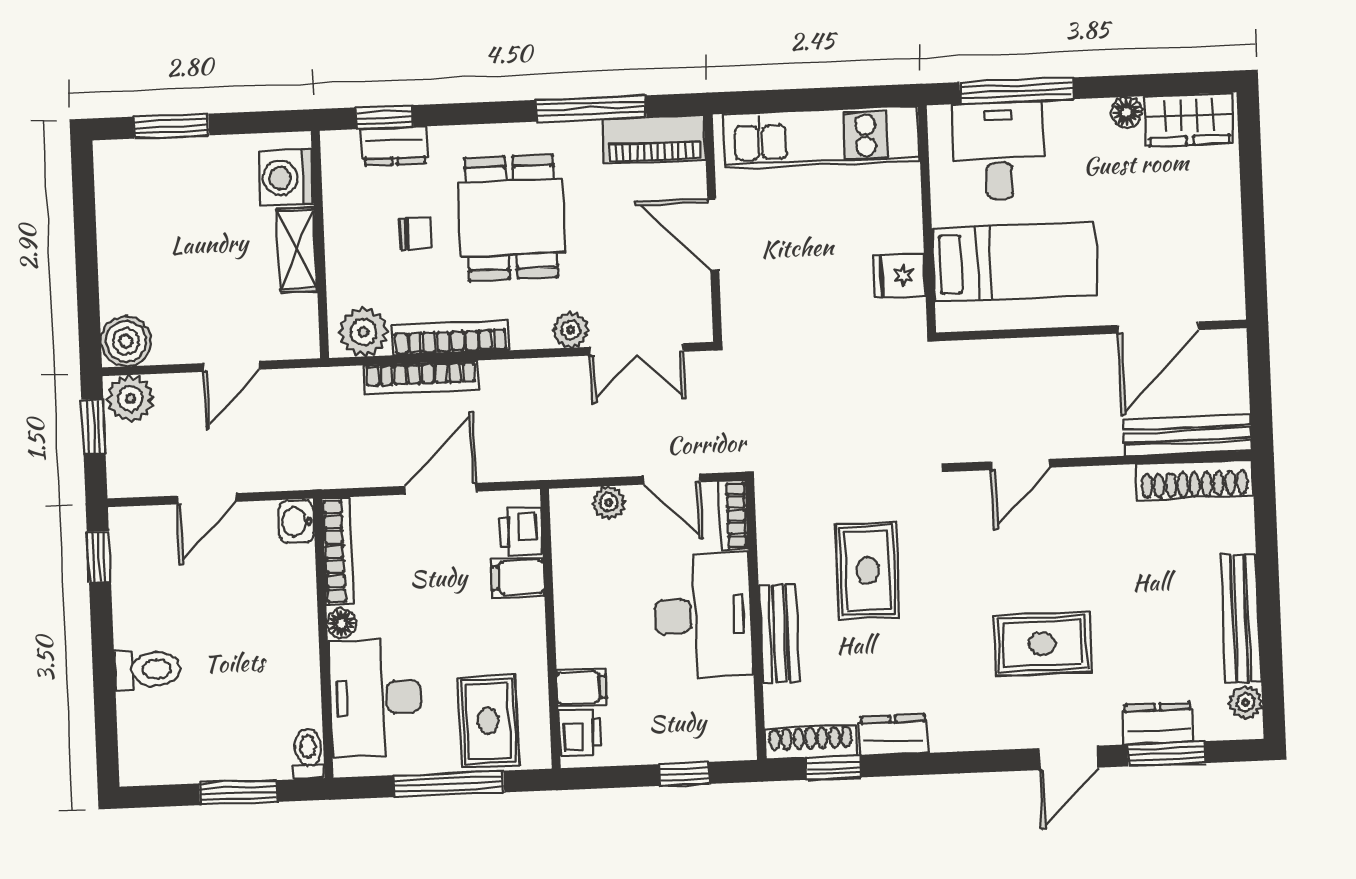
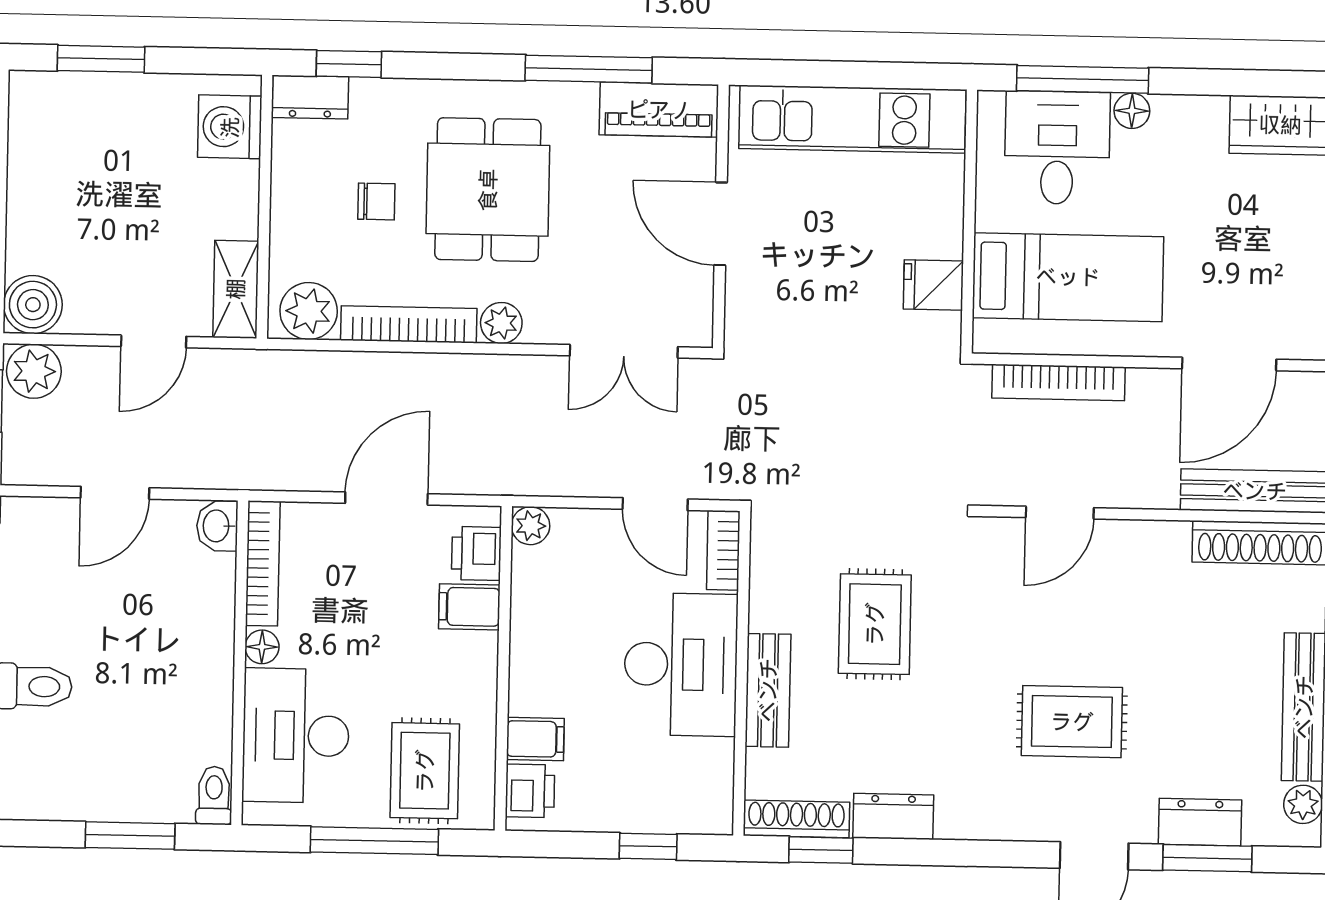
floor lamp: (1127, 112) -> (1132, 111), moved
dresser: (394, 146) -> (310, 97), moved
shelving: (297, 250) -> (236, 289), moved
plant: (571, 330) -> (501, 323), moved
bookcase: (421, 377) -> (1058, 382), moved
plant: (609, 503) -> (531, 526), moved

